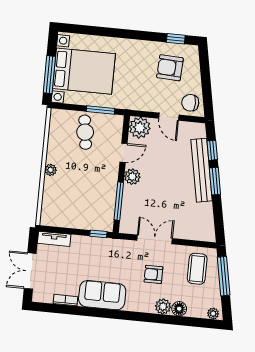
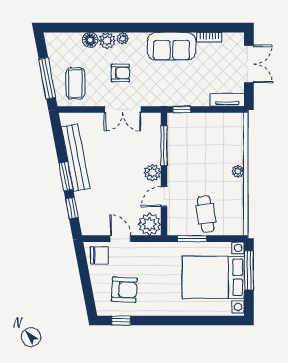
bench: (202, 170) -> (75, 158), moved
plant: (213, 314) -> (123, 38), moved

